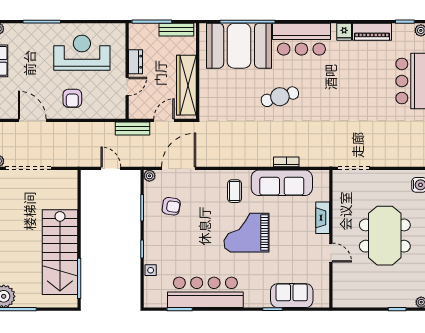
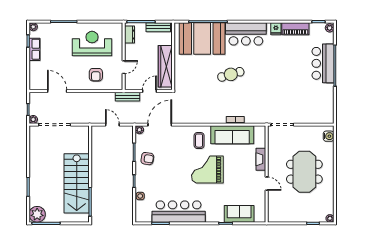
dresser: (135, 62) -> (130, 35), moved
armchair: (72, 98) -> (96, 75), moved
armchair: (171, 206) -> (147, 159), moved

